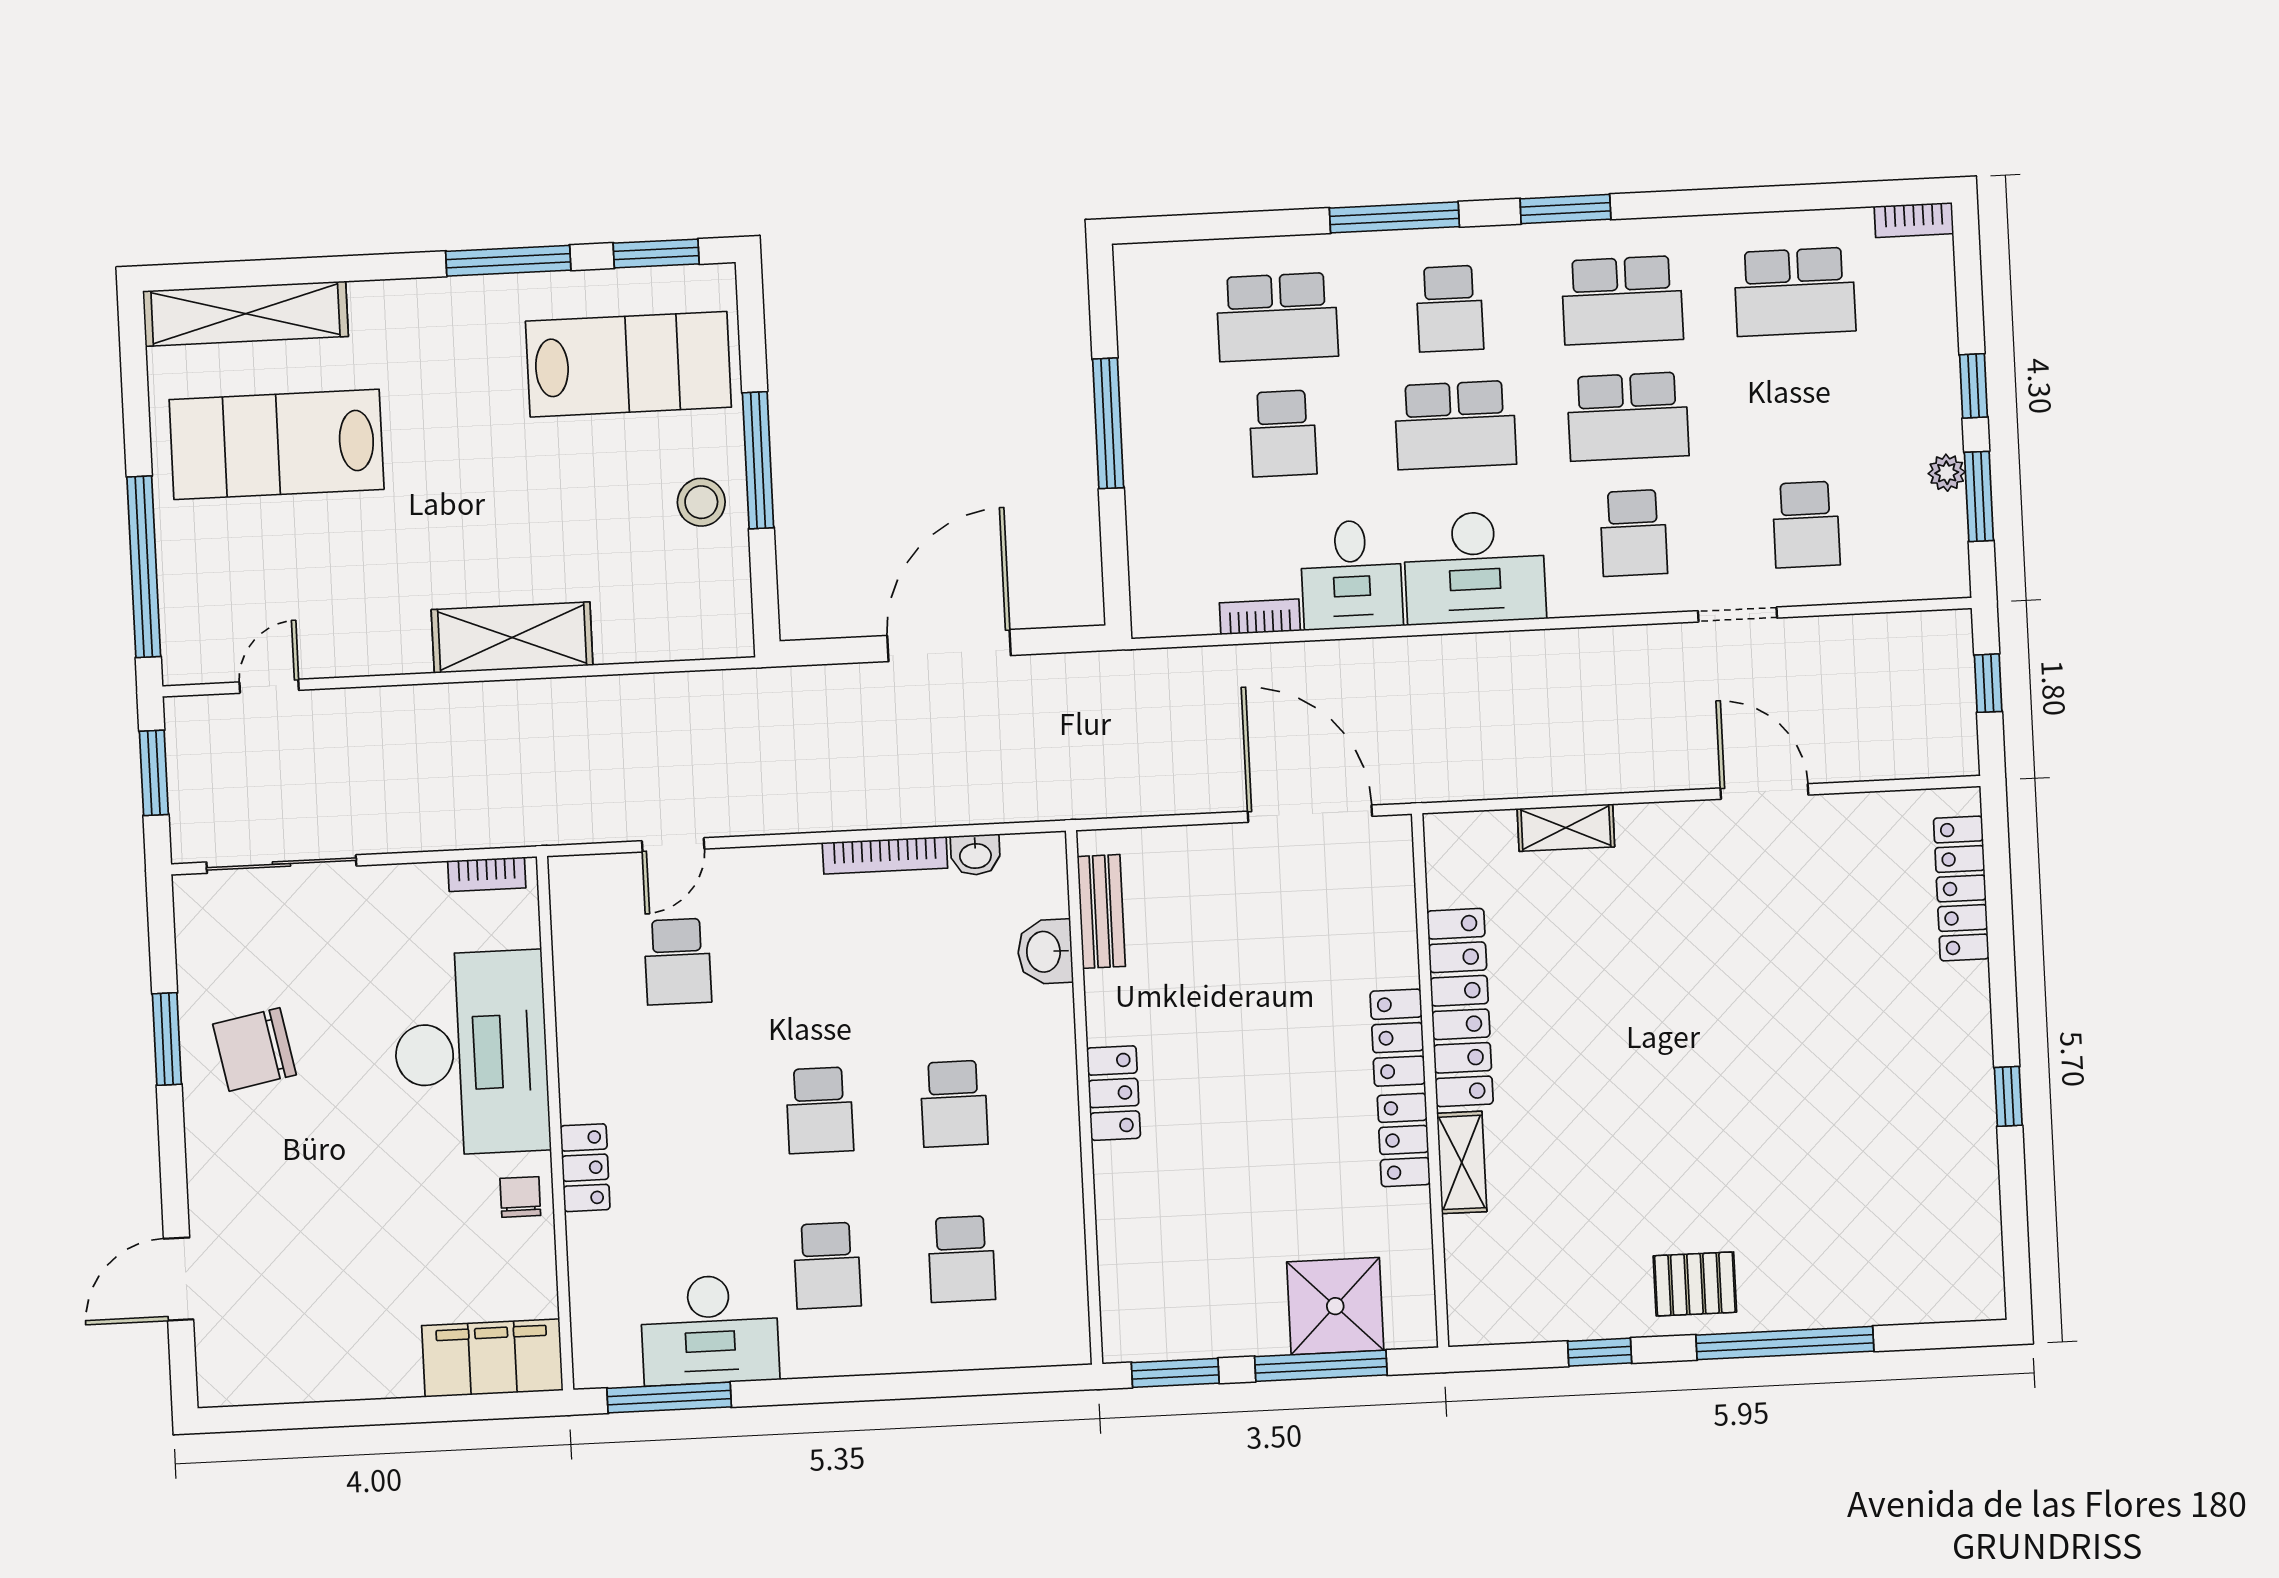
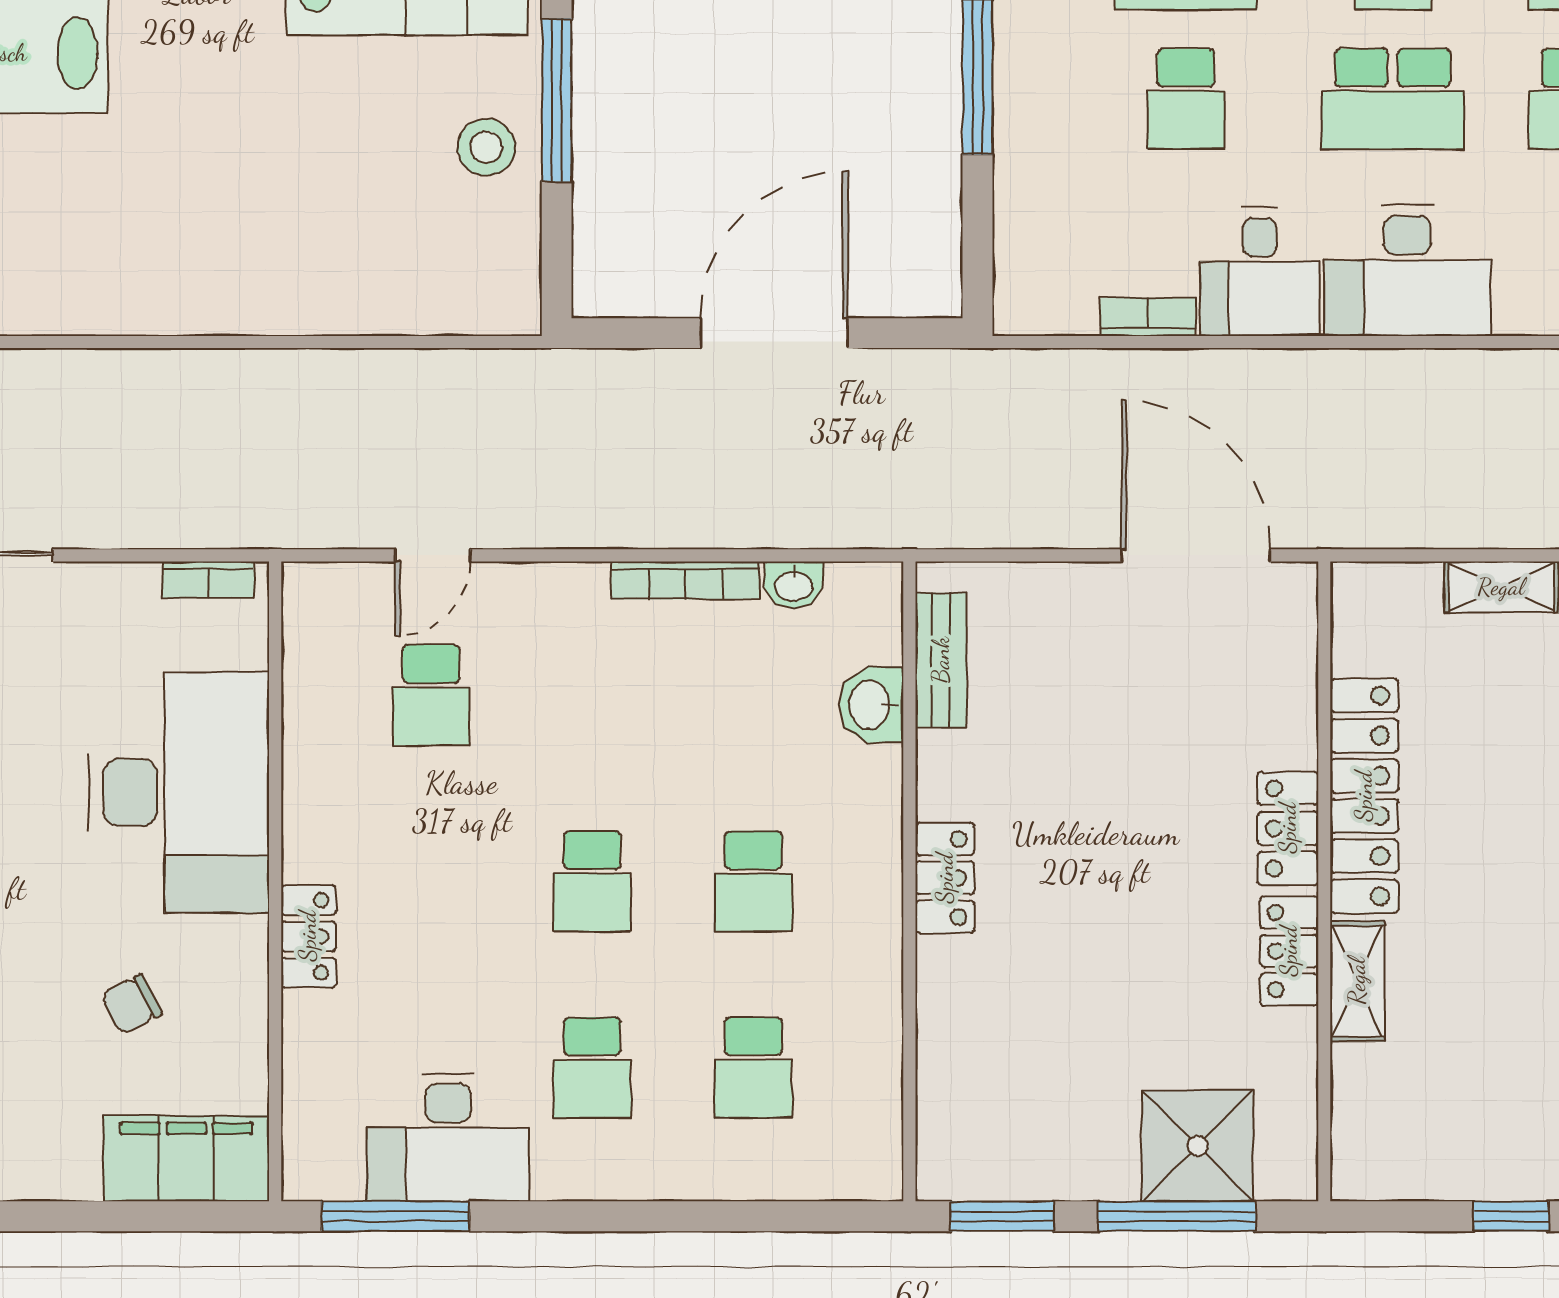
shelving: (512, 638) -> (252, 298), removed
chair: (520, 1197) -> (131, 1004), moved, turned -117

